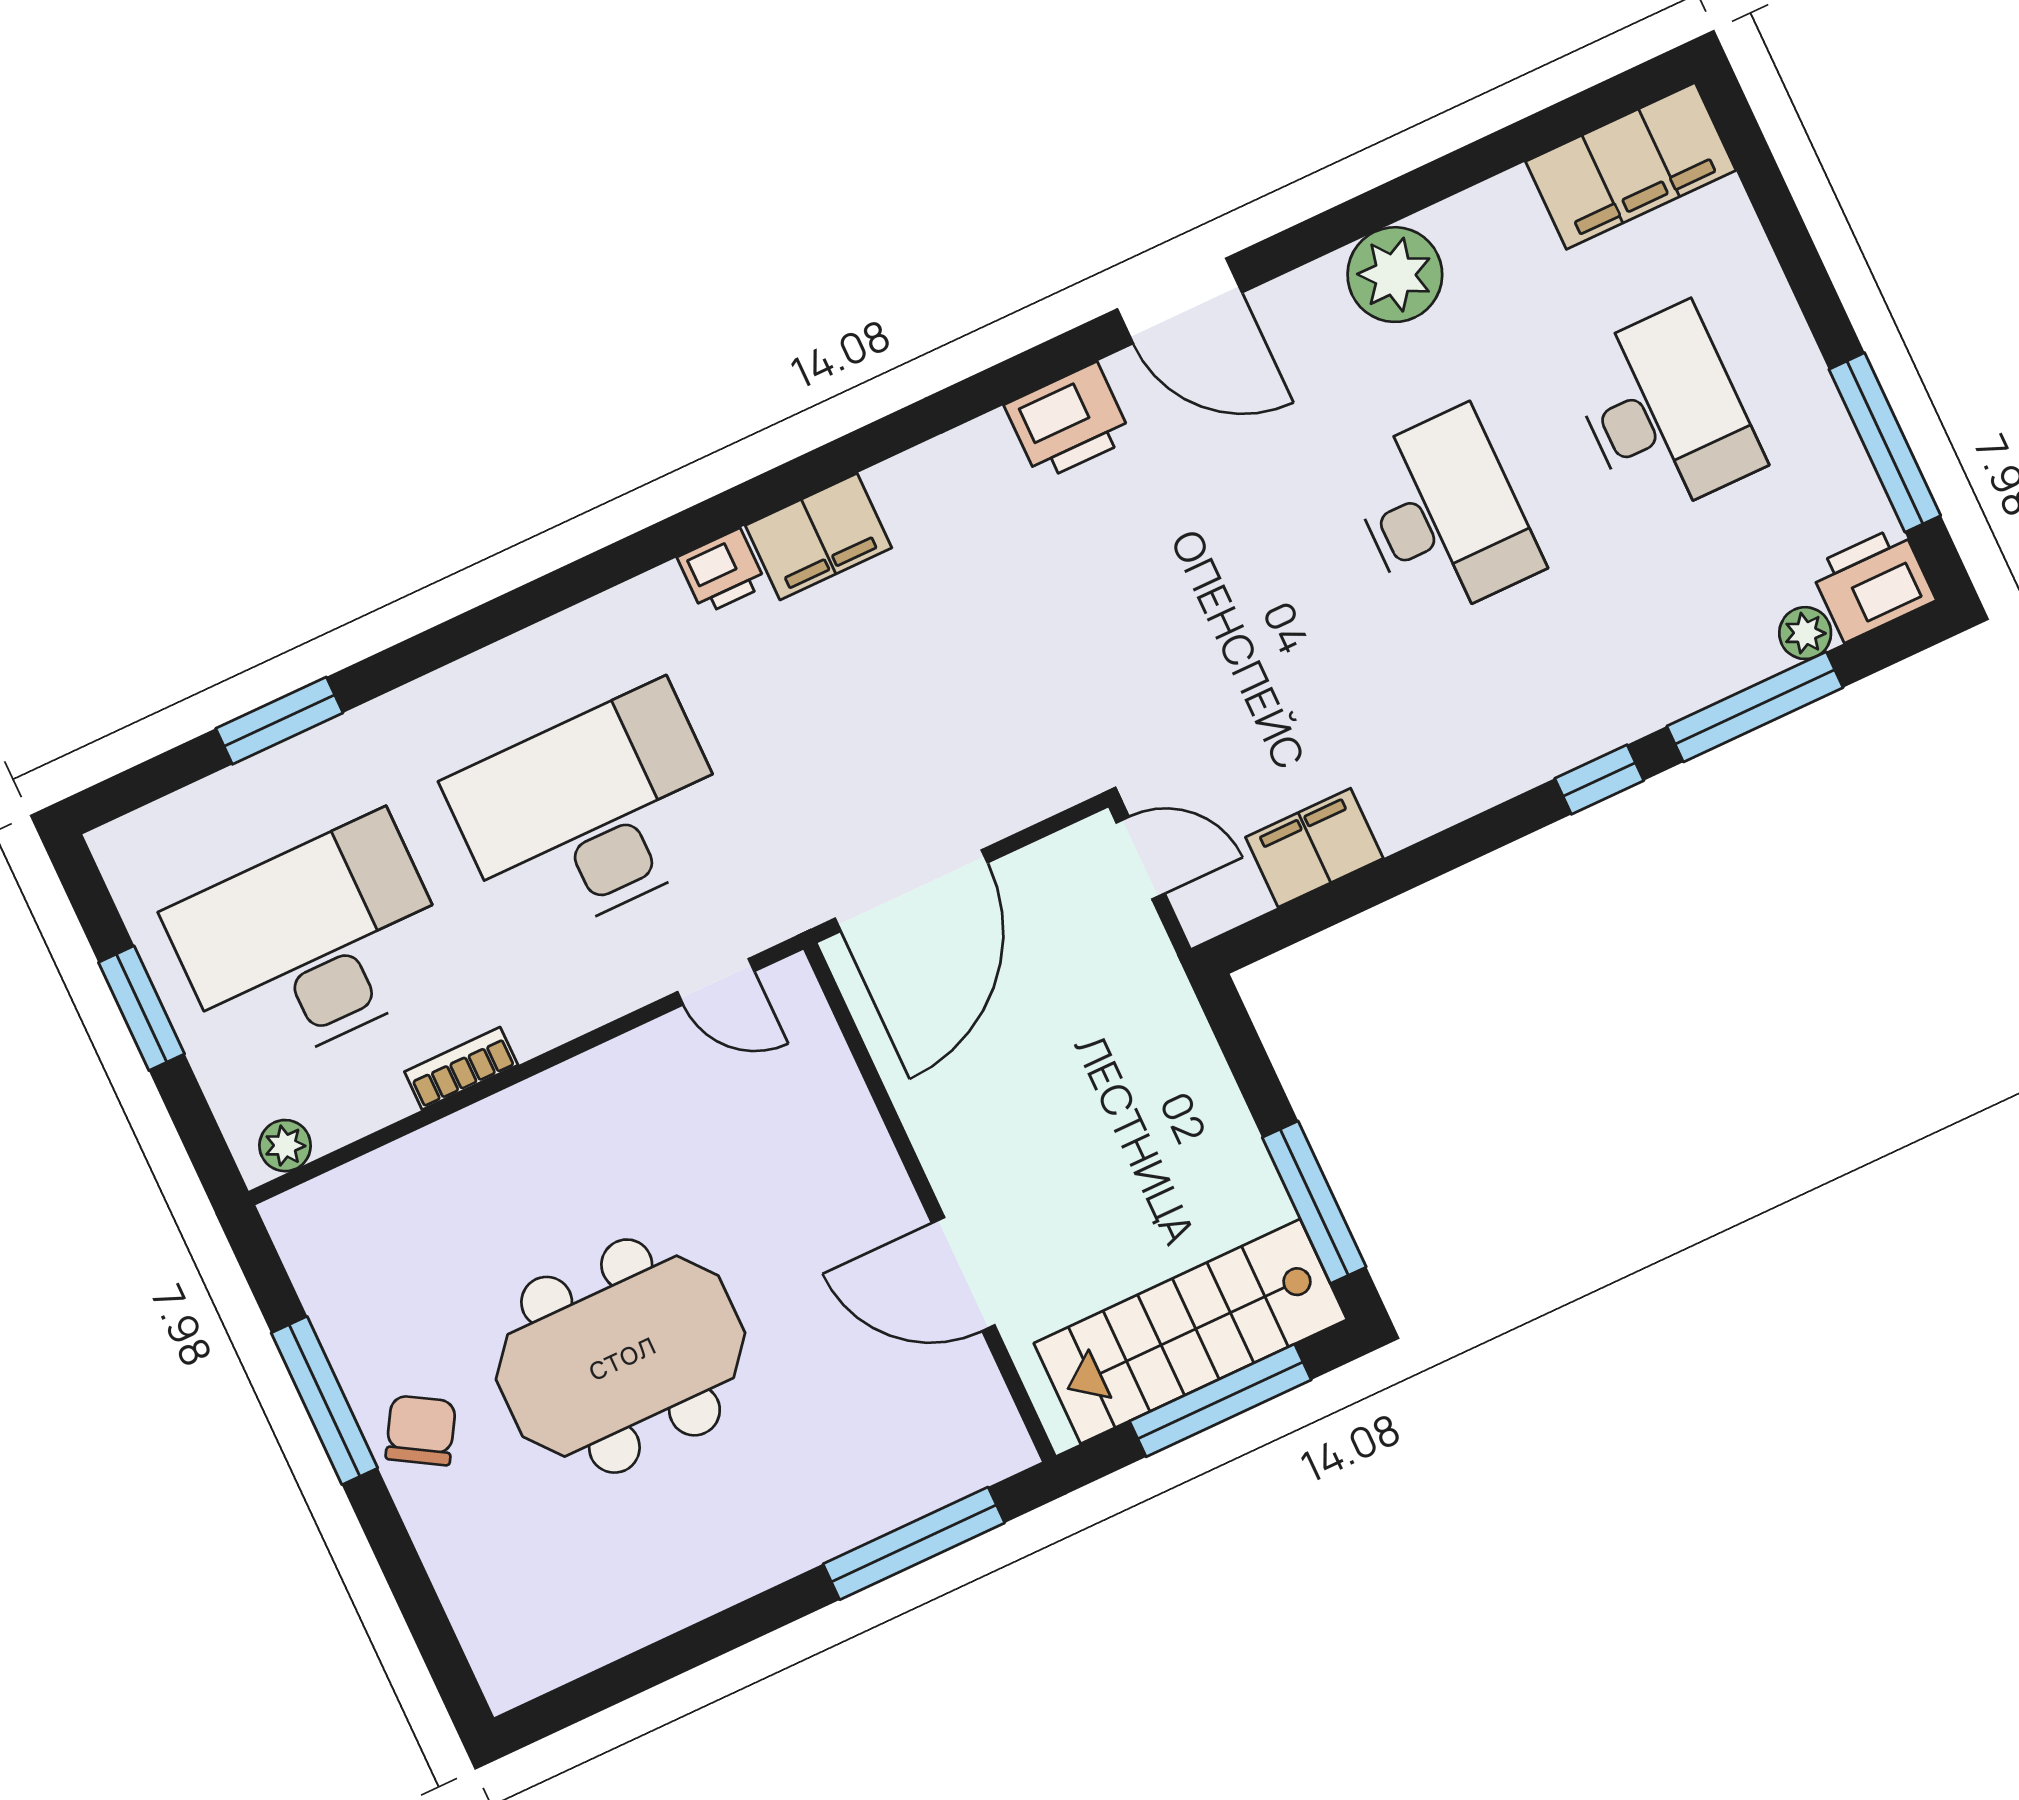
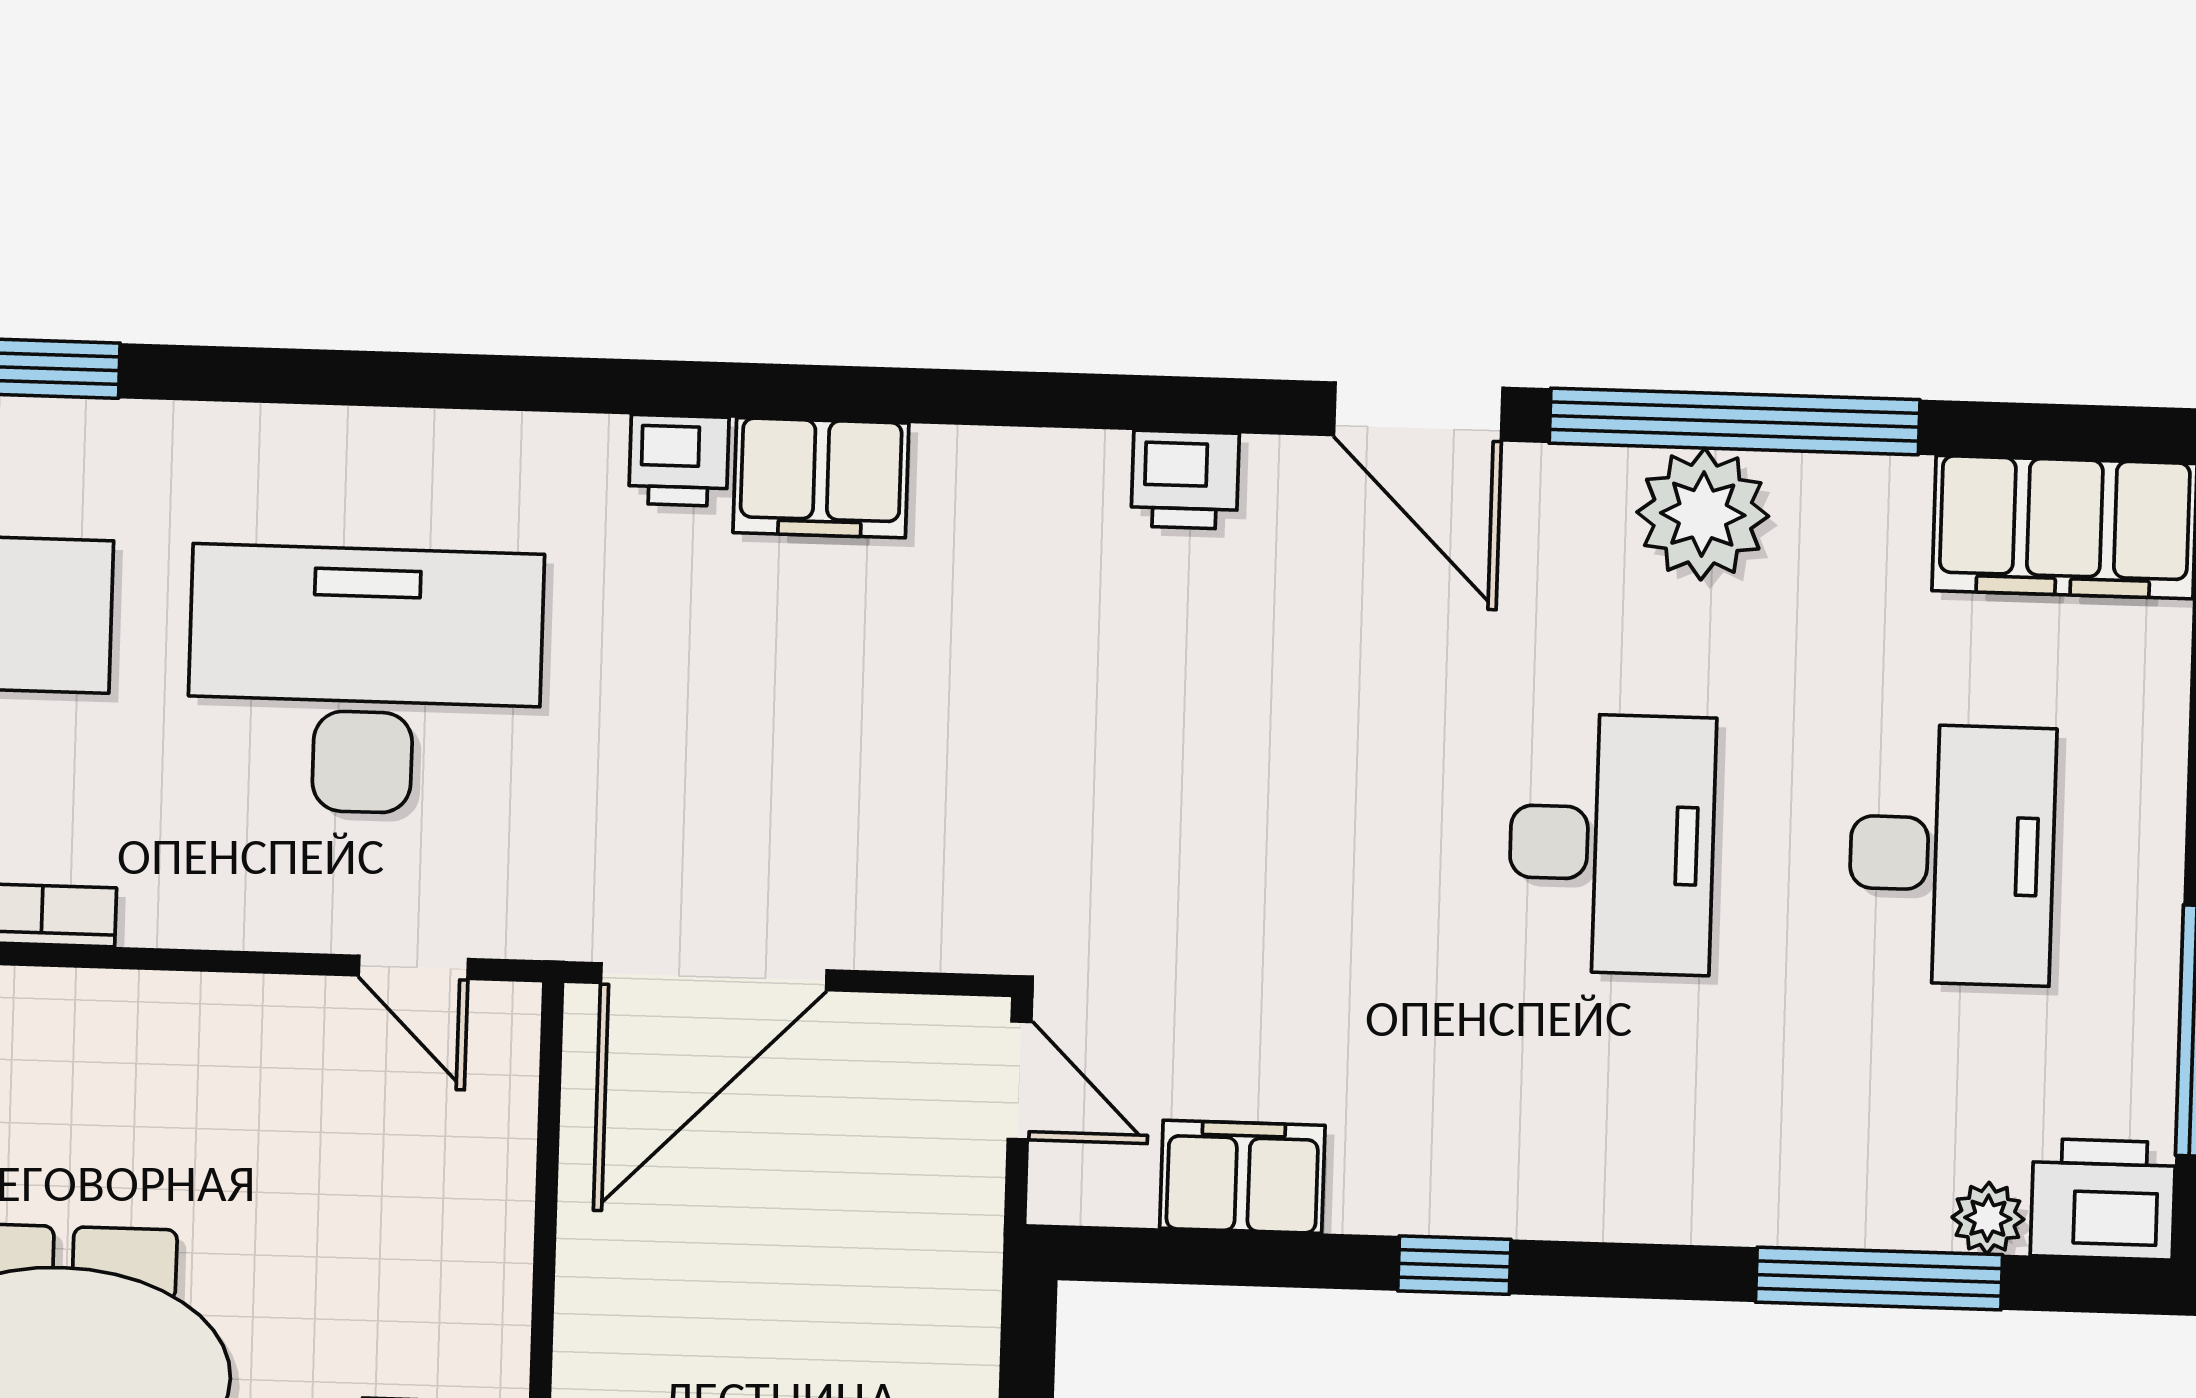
window: (1385, 205) -> (1735, 421), added
printer: (1068, 422) -> (1185, 480), width x0.73, depth x0.81
window: (1599, 779) -> (1454, 1265), moved

